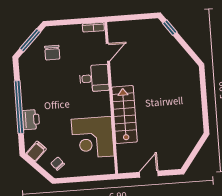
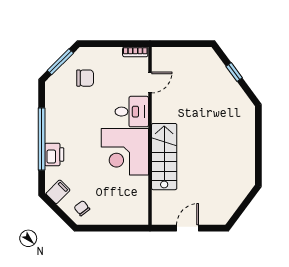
window: (170, 28) -> (234, 72), moved
chair: (52, 53) -> (85, 78), turned -90
corner desk: (93, 138) -> (125, 152), moved

